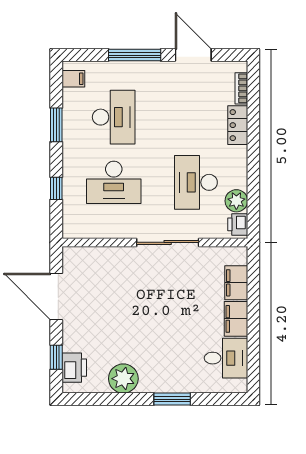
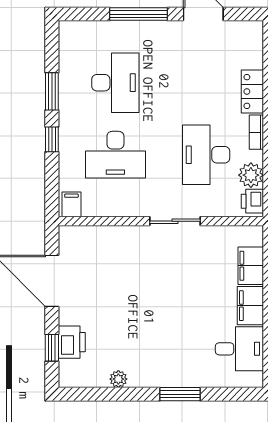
filing cabinet: (73, 79) -> (71, 204), moved, turned -90
bookcase: (241, 88) -> (256, 132), moved
window: (56, 188) -> (52, 139), moved
sliding door: (168, 242) -> (175, 221), width x0.73
printer: (74, 368) -> (72, 342), moved
plant: (123, 379) -> (118, 379), width x0.53, depth x0.53

